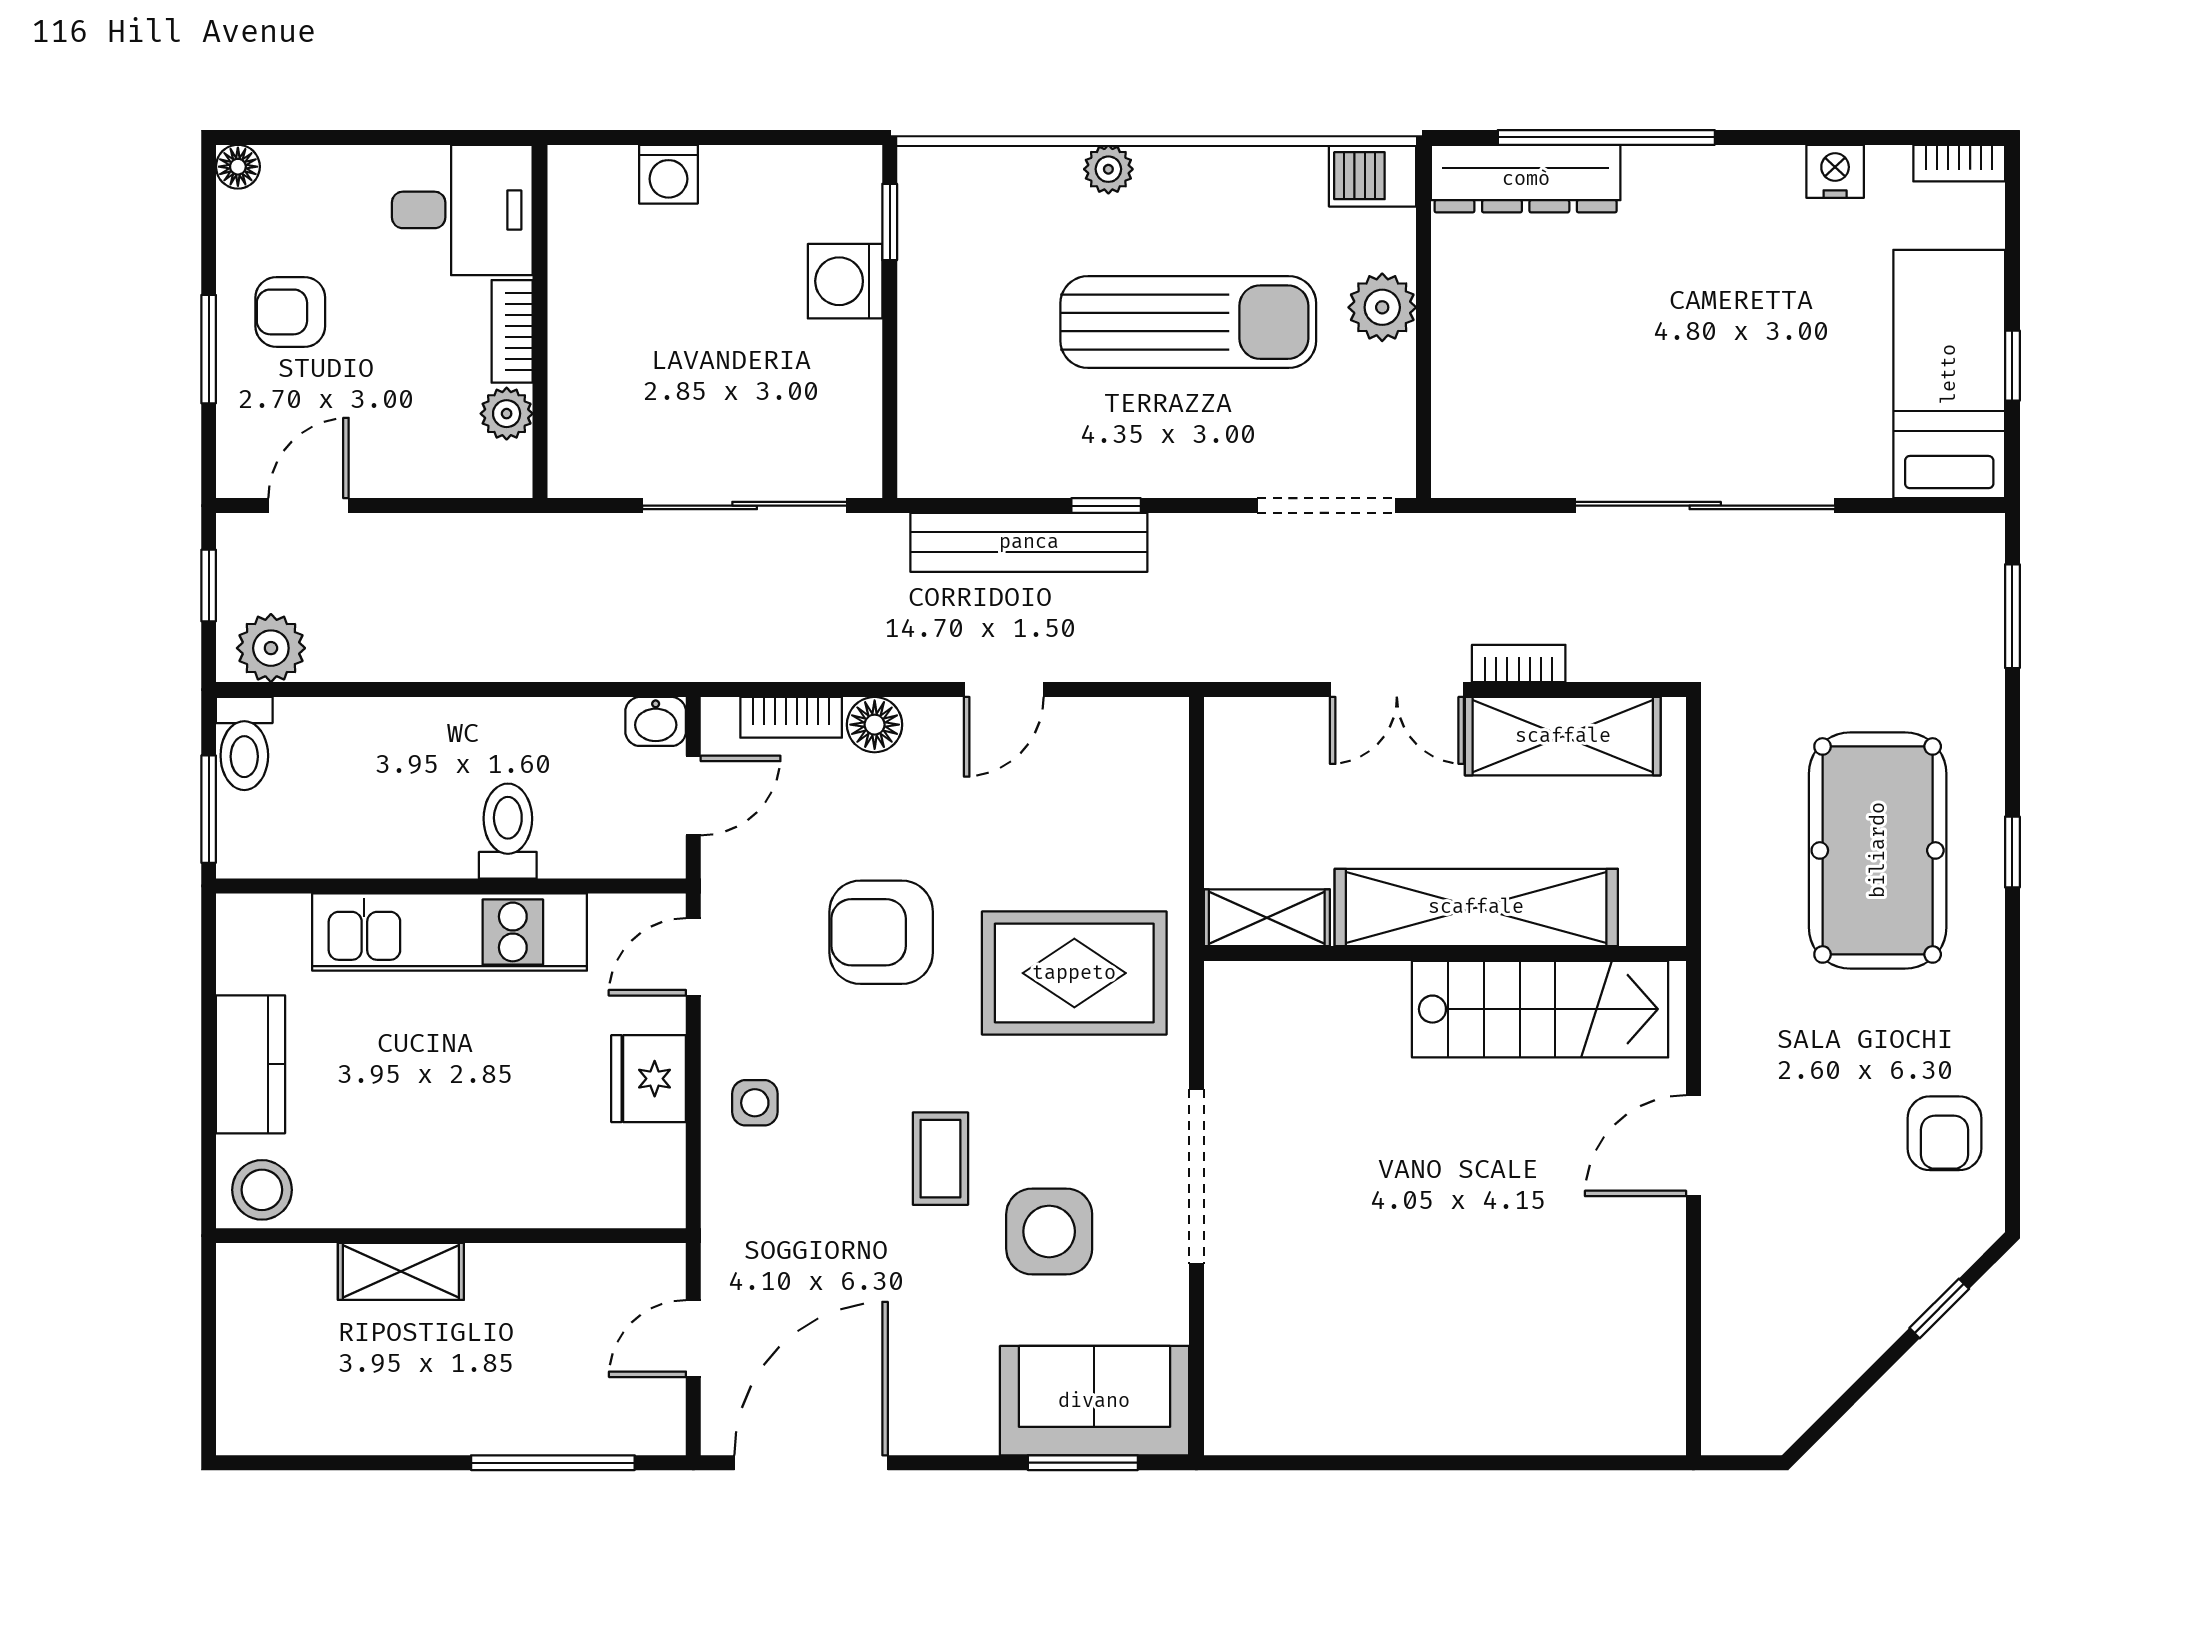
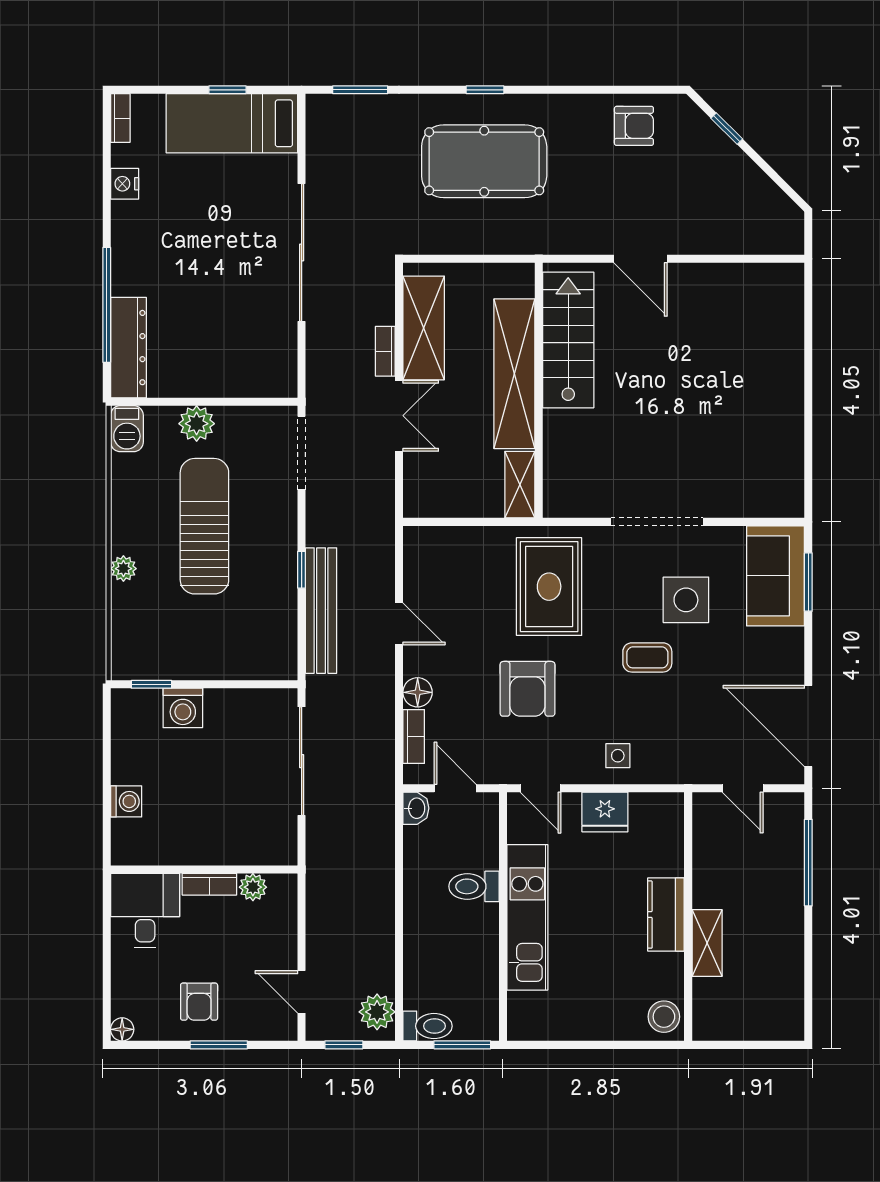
kitchen counter: (251, 1064) -> (666, 915), moved, turned -90

